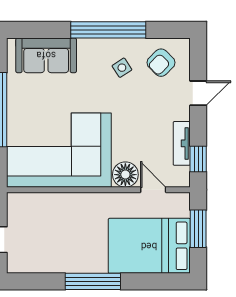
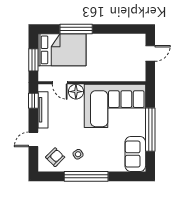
sofa: (46, 55) -> (135, 154), moved, turned -90
tv unit: (182, 143) -> (43, 110), width x1.41
window: (93, 281) -> (76, 29), moved

